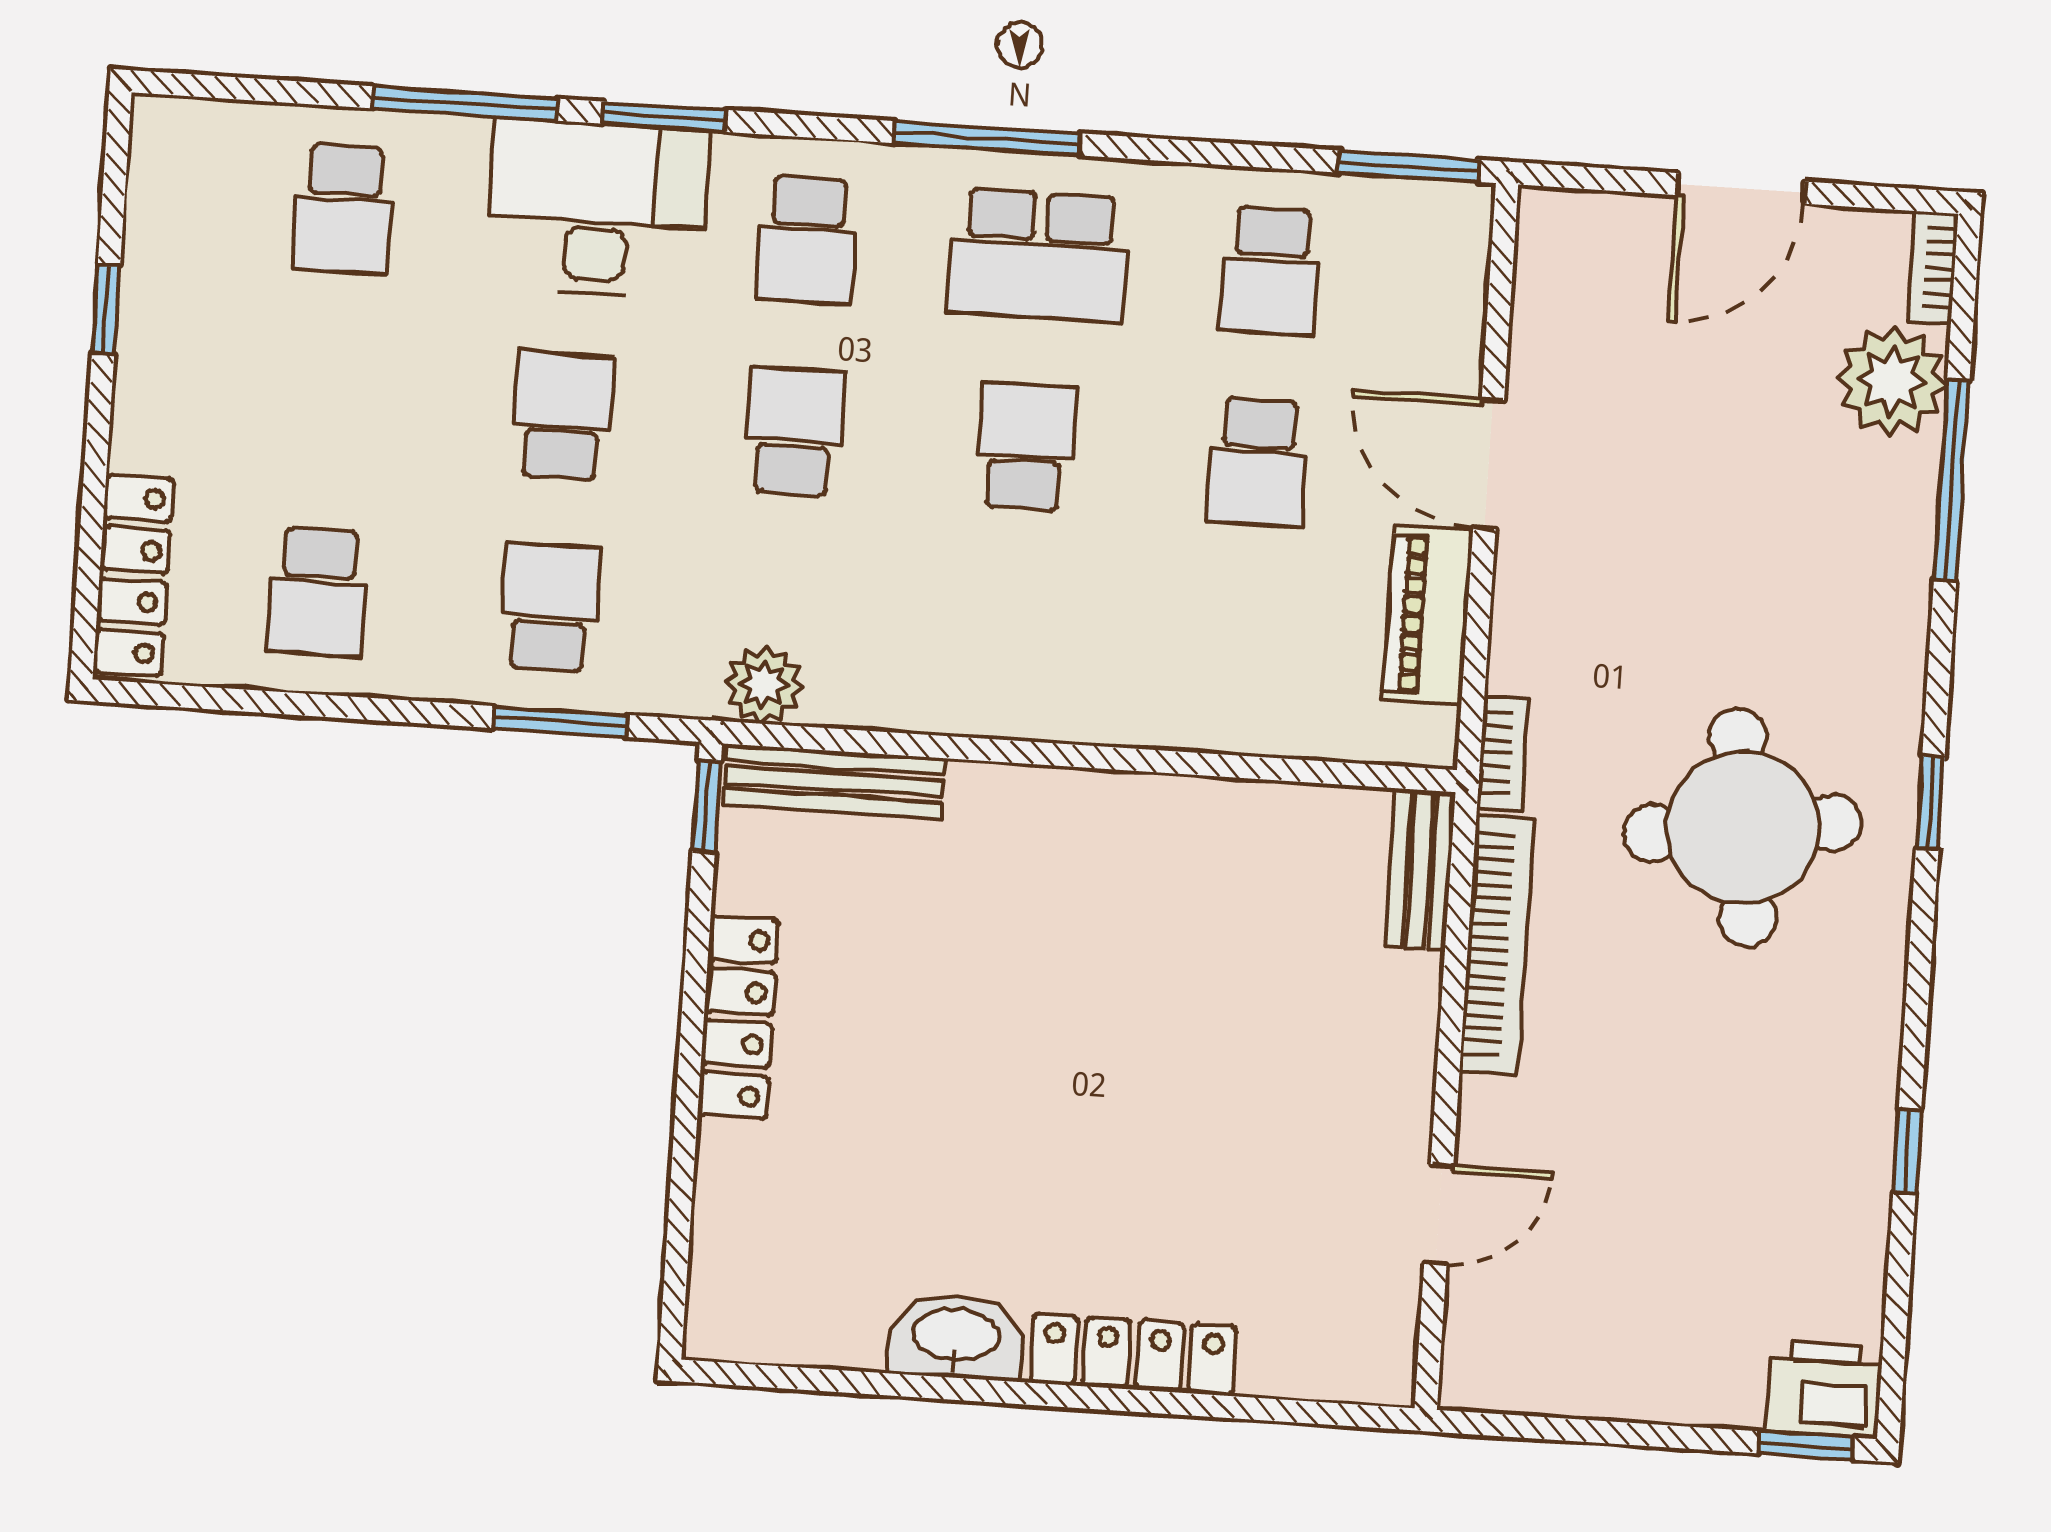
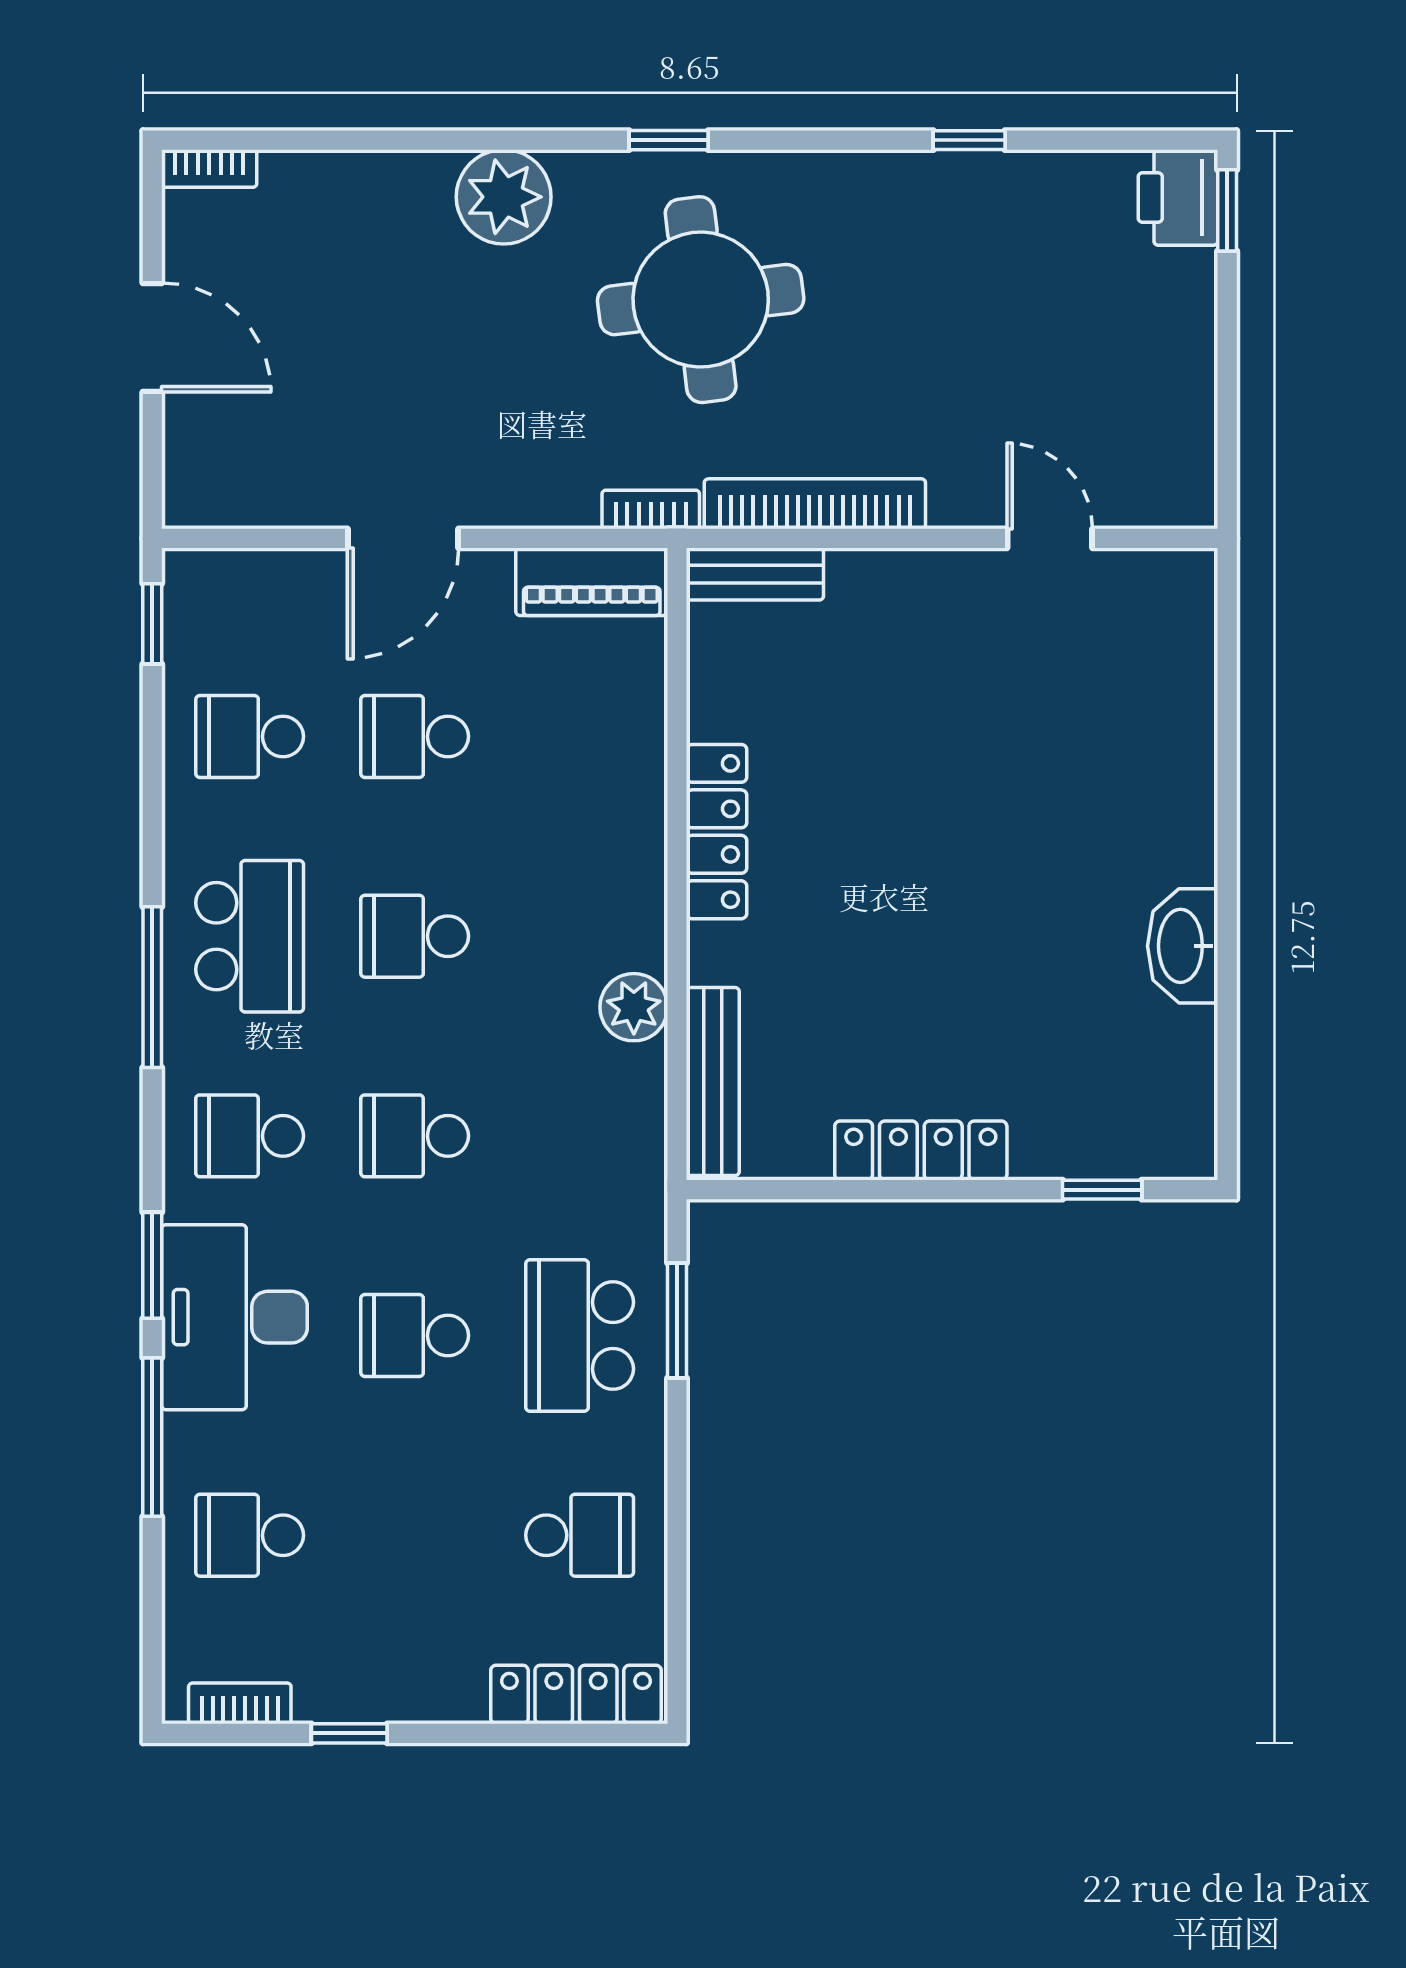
window: (1409, 166) -> (152, 624), width x0.67
bookcase: (149, 185) -> (240, 1703), added
school desk: (344, 209) -> (250, 1535), turned 180
school desk: (807, 240) -> (250, 1136), turned 180
school desk: (1270, 271) -> (250, 737), turned 180
plant: (1892, 381) -> (504, 197), moved
school desk: (1258, 462) -> (415, 737), turned 180
window: (1952, 480) -> (390, 140), removed
school desk: (550, 607) -> (580, 1336), width x1.85
piano: (1428, 615) -> (592, 582), moved
plant: (763, 685) -> (634, 1007), moved
window: (707, 806) -> (1102, 1190), moved
locker: (1133, 1355) -> (717, 832), moved, turned 180

